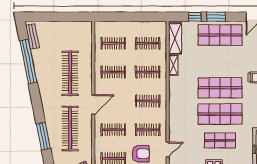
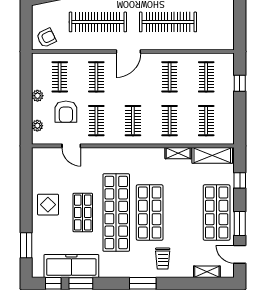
window: (118, 17) -> (240, 83), added
window: (216, 17) -> (240, 224), moved
door: (93, 104) -> (128, 52), hinge flipped
shop shelf: (220, 114) -> (116, 213), width x1.40

